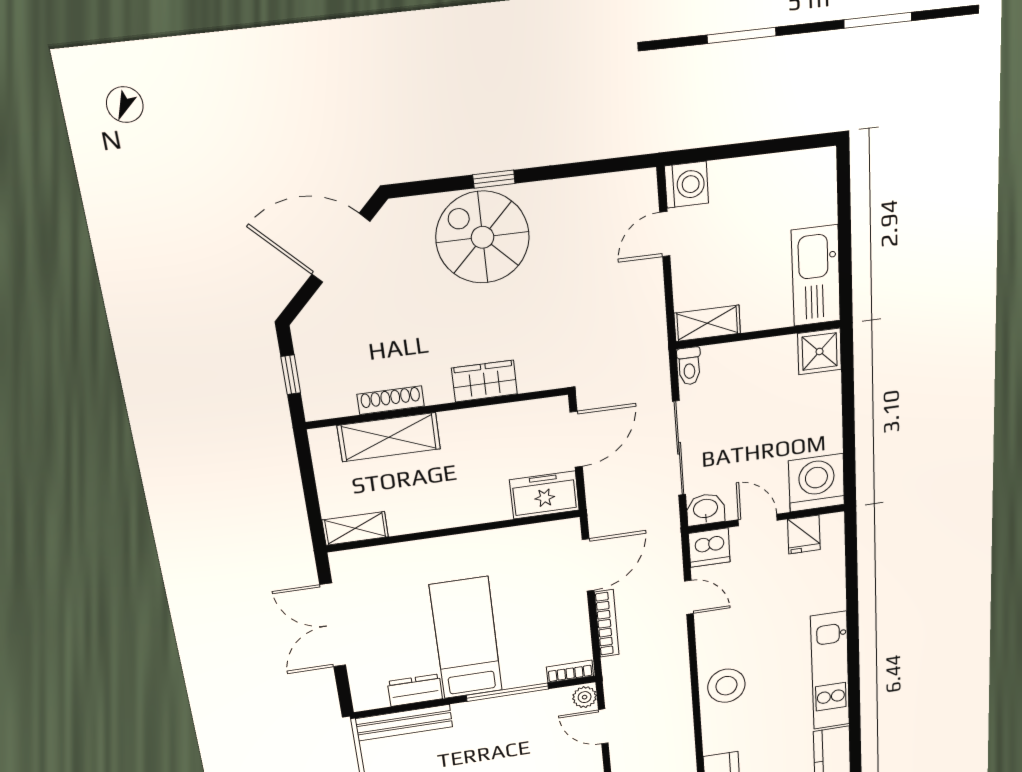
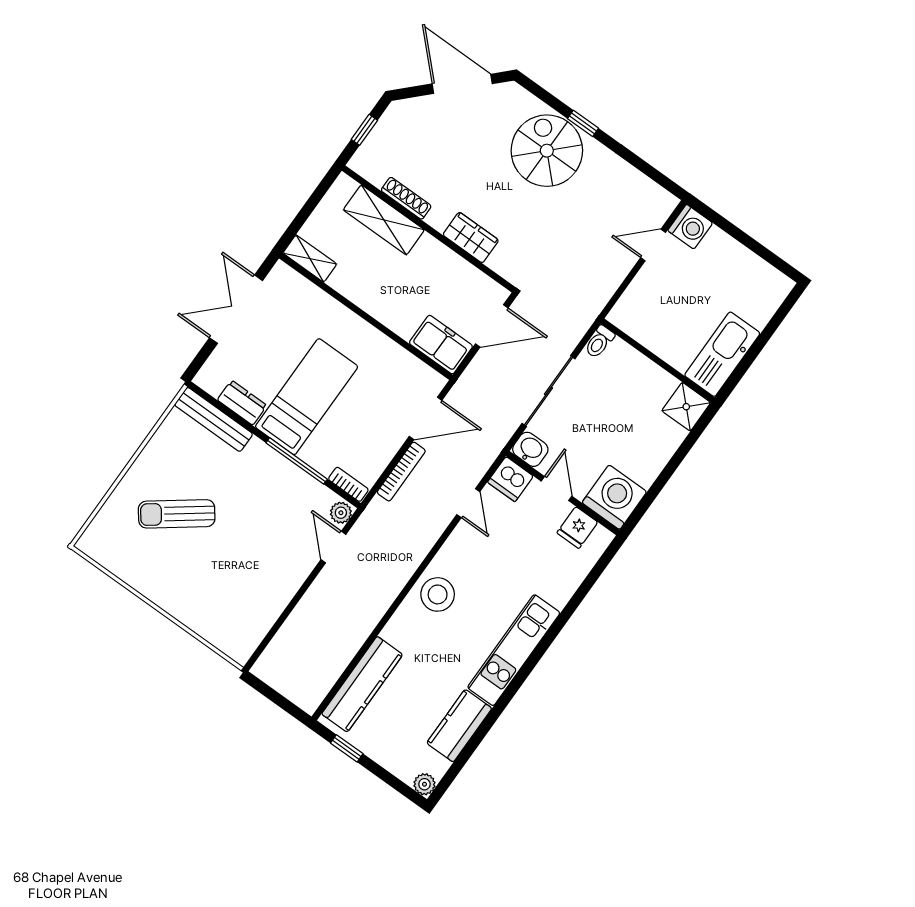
shelving: (707, 323) -> (633, 324), removed

